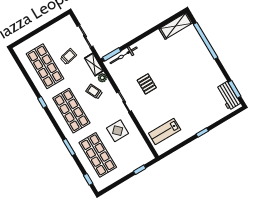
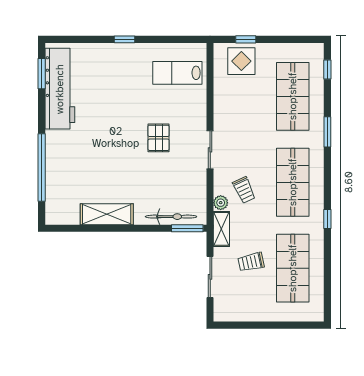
shelving: (176, 26) -> (107, 214), moved
pallet: (147, 84) -> (159, 138), moved
workbench: (228, 96) -> (60, 89), width x1.88, depth x1.32
display table: (118, 131) -> (241, 61), moved
lab bench: (165, 132) -> (177, 73), turned 180

